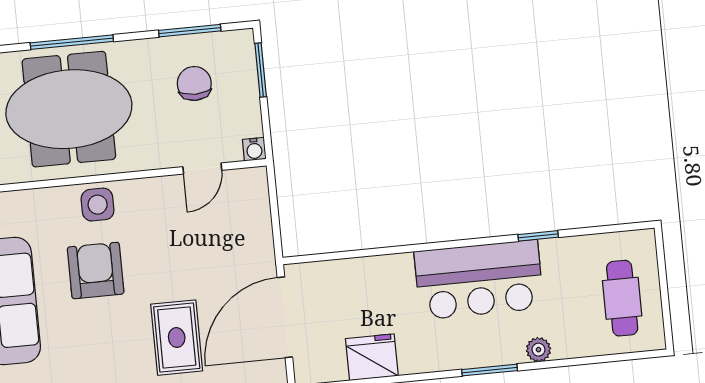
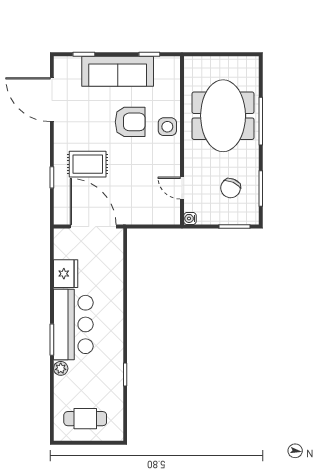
chair: (194, 84) -> (231, 188), turned 114
bar counter: (479, 280) -> (73, 324), moved, turned 180

